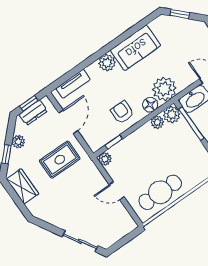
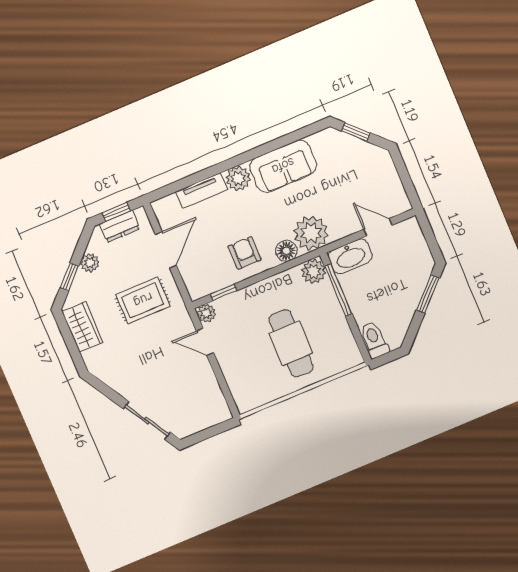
tv unit: (73, 84) -> (202, 191), moved
plant: (157, 122) -> (291, 278), removed
door: (117, 191) -> (205, 342), moved
cafe table: (160, 192) -> (291, 343), moved, turned 90

